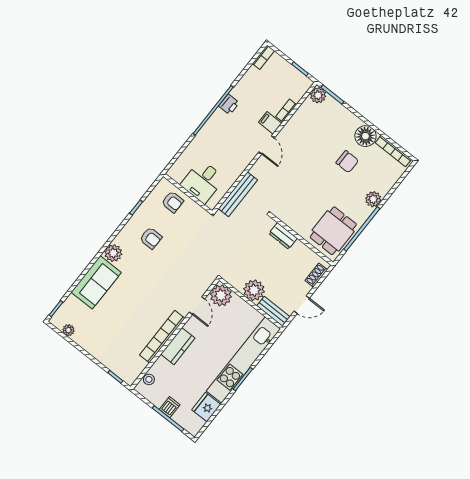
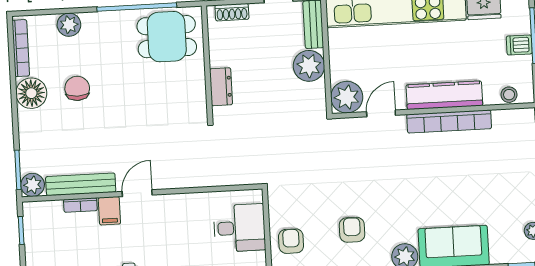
bench: (238, 194) -> (81, 184), moved
plant: (373, 199) -> (69, 25), moved
kitchen counter: (178, 346) -> (444, 95), width x1.50

